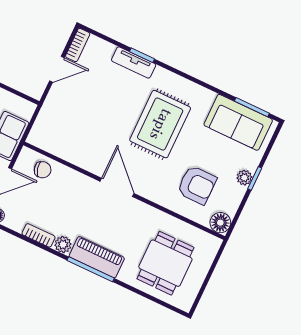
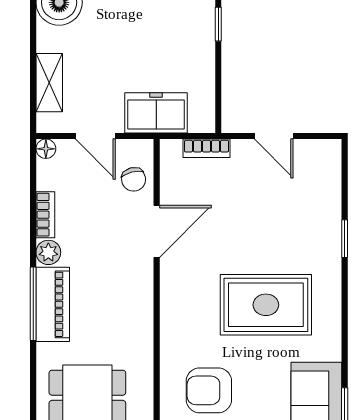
bookcase: (78, 45) -> (207, 148), moved
tv unit: (134, 63) -> (330, 232), removed
armchair: (197, 185) -> (209, 390), turned 90
door: (117, 187) -> (157, 231), moved

